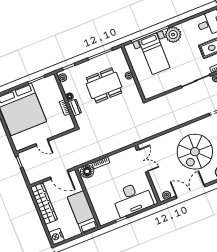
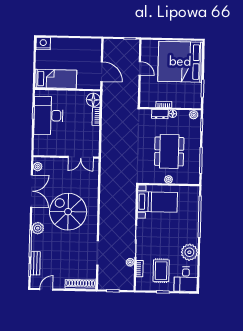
plant: (173, 35) -> (189, 252), moved
bed with nightstands: (154, 54) -> (157, 202), moved, turned 180
door: (42, 142) -> (140, 68), swing flipped
door: (59, 175) -> (102, 72), swing flipped
desk: (132, 199) -> (49, 116), moved
wardrobe: (44, 203) -> (80, 45), removed

